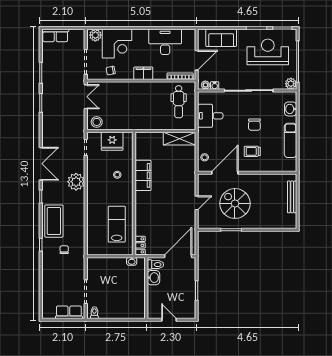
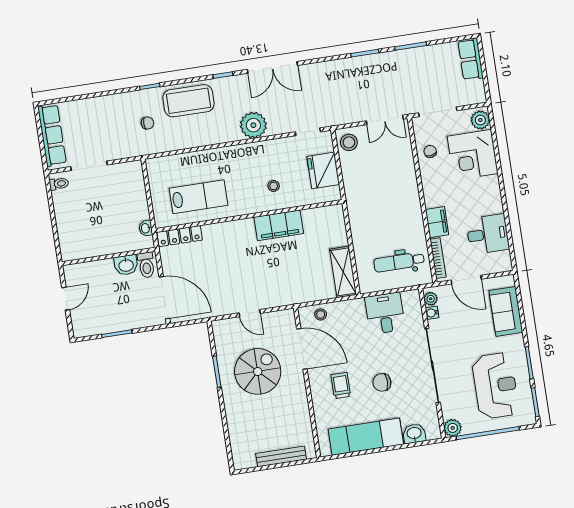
desk: (165, 42) -> (488, 234), width x0.73
filing cabinet: (143, 73) -> (437, 222), moved
exam couch: (290, 140) -> (366, 437), width x1.36, depth x1.45
locker: (140, 245) -> (180, 236), width x1.53
row of seats: (69, 312) -> (52, 135), width x1.48

